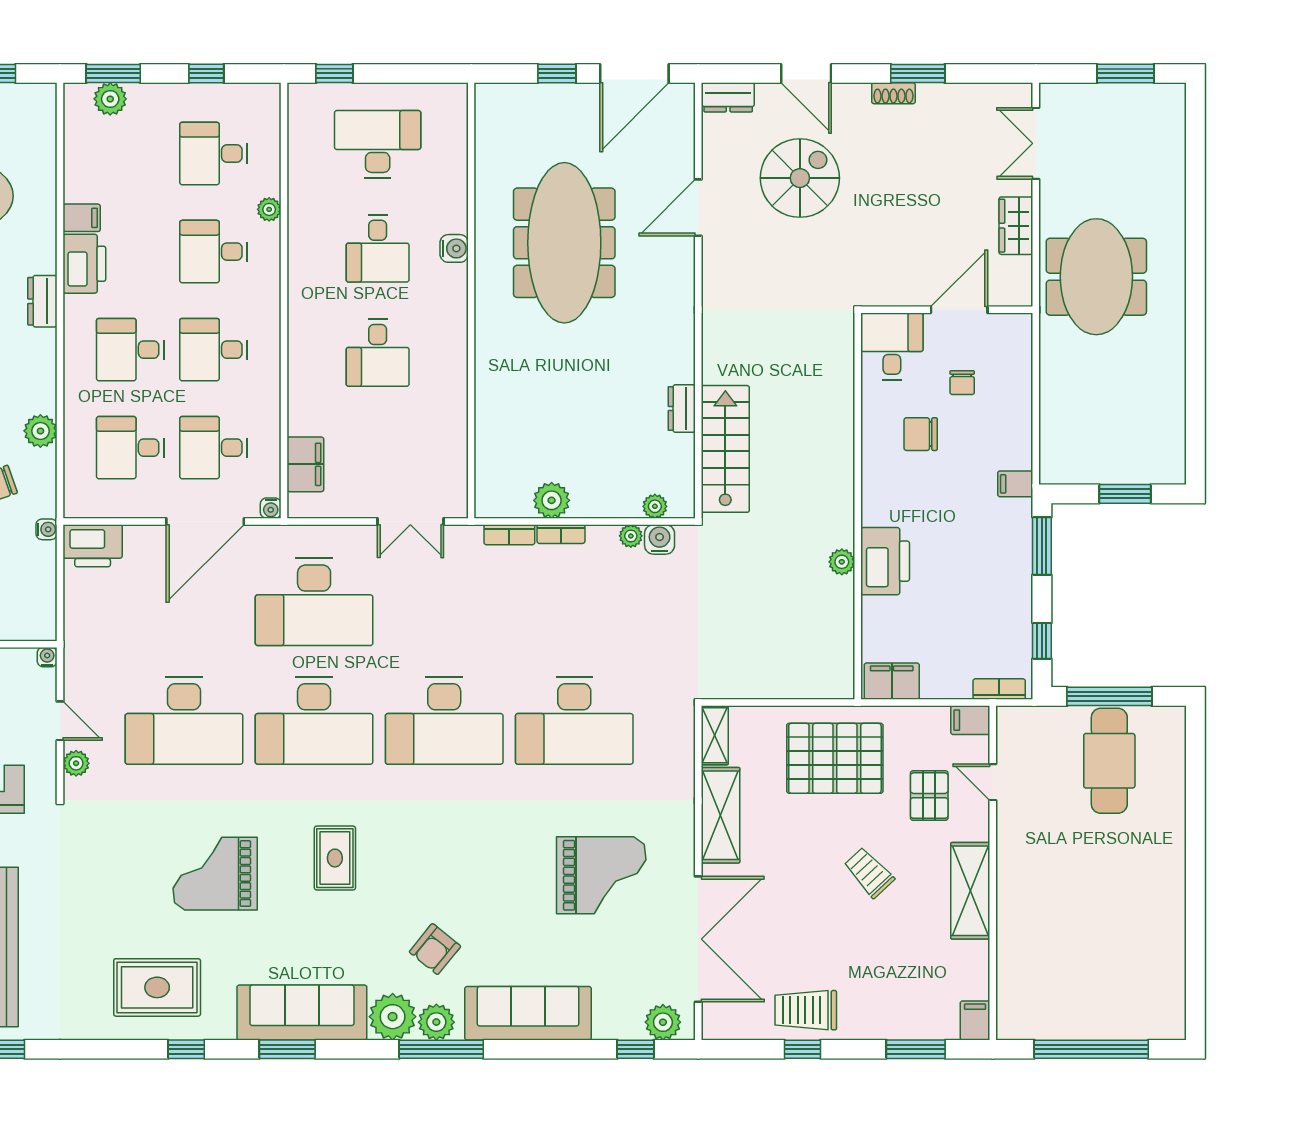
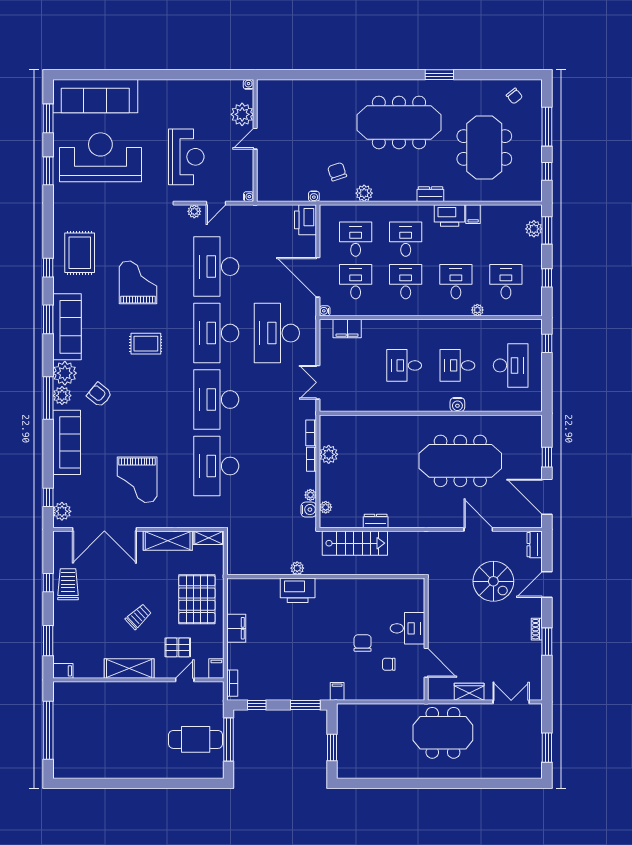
wall: (858, 506) -> (326, 576), moved
printer: (885, 561) -> (298, 590), moved
plant: (842, 562) -> (297, 568), moved

